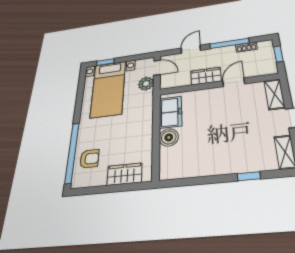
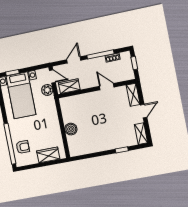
wardrobe: (206, 76) -> (69, 86), moved
door: (234, 82) -> (107, 87), hinge flipped
freezer: (170, 112) -> (69, 111), removed

